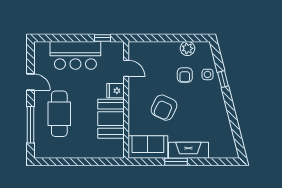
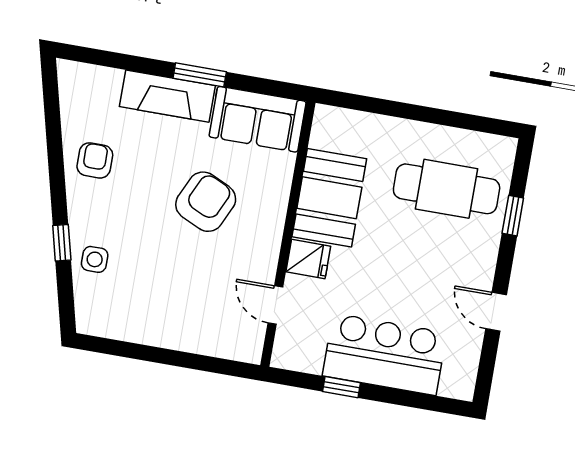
window: (102, 38) -> (342, 387), moved
plant: (187, 48) -> (130, 326), removed
armchair: (185, 75) -> (95, 160), moved
cafe table: (59, 114) -> (447, 189), moved, turned 90
window: (31, 125) -> (513, 216), width x0.46

